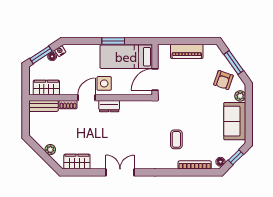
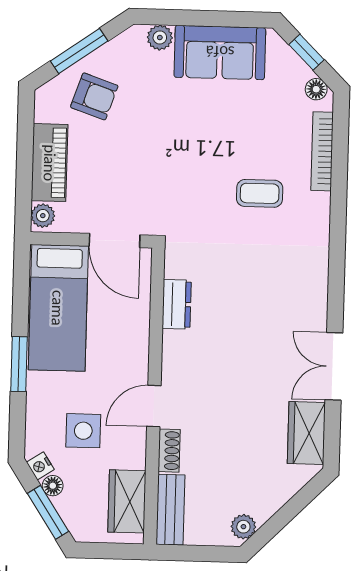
window: (113, 41) -> (19, 364), moved
plant: (165, 49) -> (43, 216), added
armchair: (223, 80) -> (94, 96), moved
side table: (104, 83) -> (83, 431), moved
door: (86, 98) -> (154, 406), hinge flipped
dresser: (109, 106) -> (177, 304), moved
plant: (50, 150) -> (243, 527), moved
double door: (120, 172) -> (334, 366), moved

